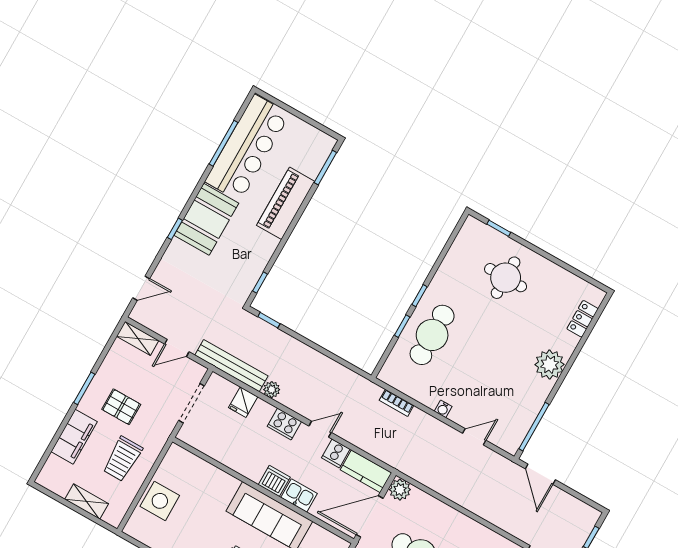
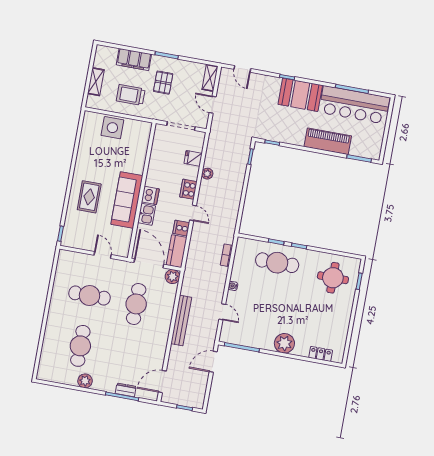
round table: (506, 278) -> (333, 278), moved
bench: (231, 366) -> (181, 321), moved

